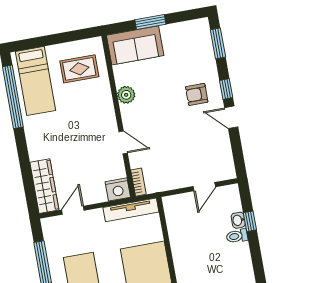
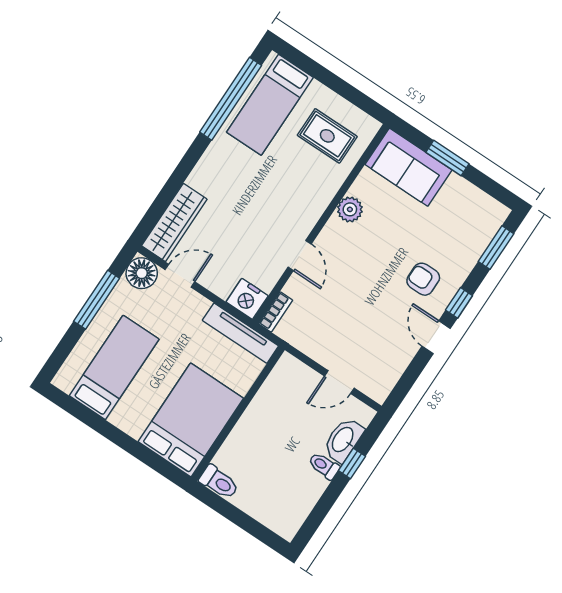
washbasin: (238, 220) -> (343, 440), width x1.91, depth x1.45
floor lamp: (52, 227) -> (142, 273), added

